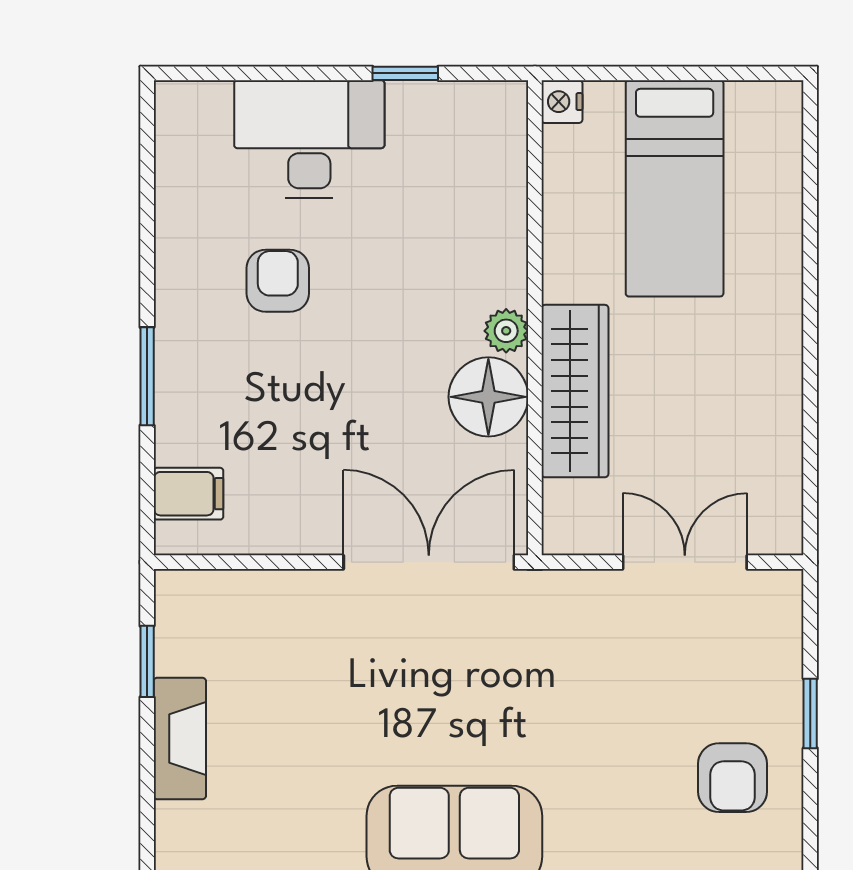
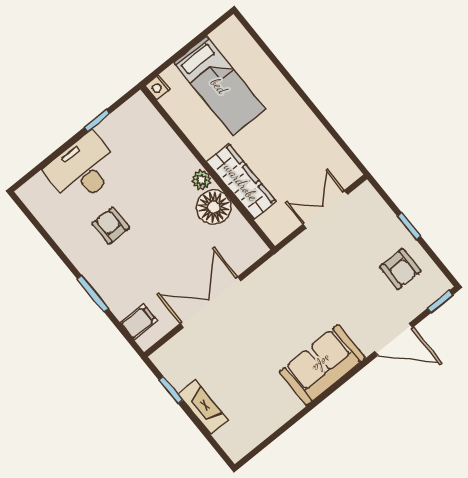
double door: (429, 562) -> (211, 302), moved

